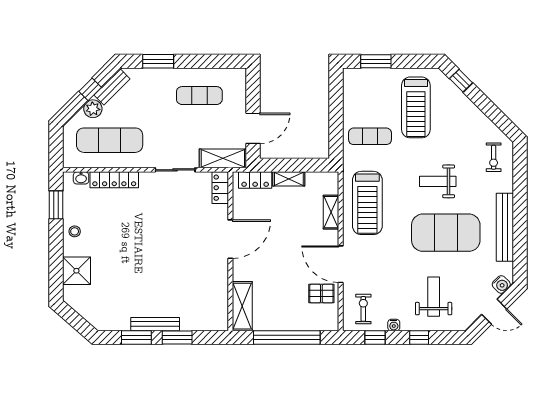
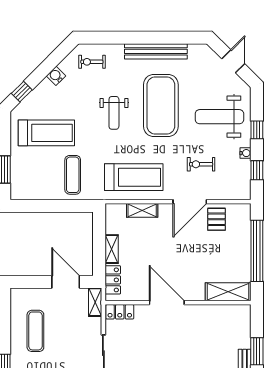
exercise bike: (494, 157) -> (92, 62), turned 180
shelving: (223, 158) -> (95, 302), width x0.67, depth x0.75
water cooler: (501, 284) -> (56, 76), moved, turned -90
weight bench: (434, 297) -> (219, 117), width x1.36, depth x1.33
exercise bike: (363, 309) -> (201, 164), moved

